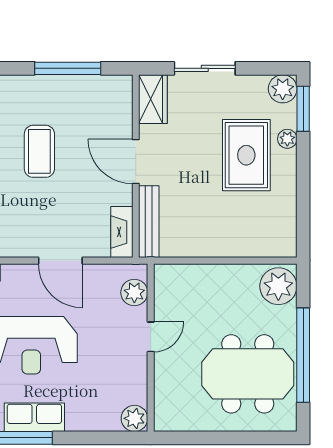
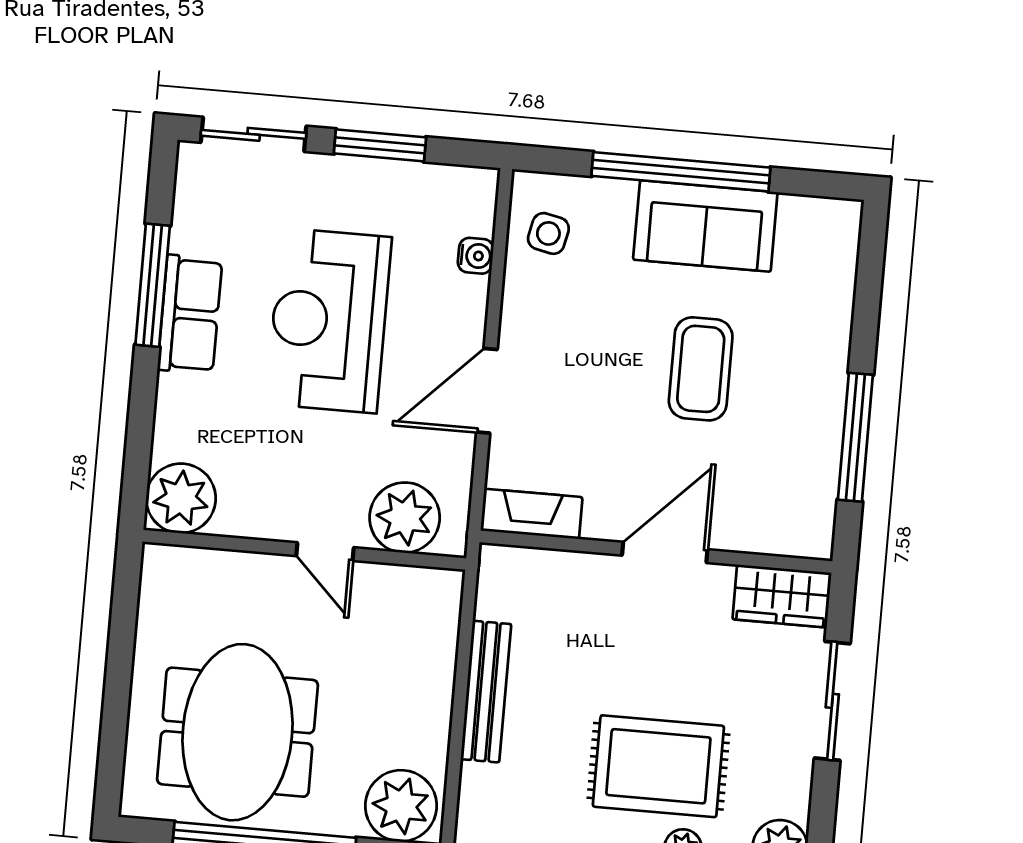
coffee table: (39, 151) -> (701, 369), turned 90
bench: (149, 222) -> (486, 692), moved, turned 90
plant: (134, 292) -> (405, 518), width x1.36, depth x1.36
plant: (134, 418) -> (181, 498), width x1.36, depth x1.36

